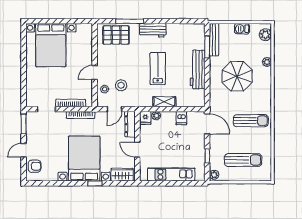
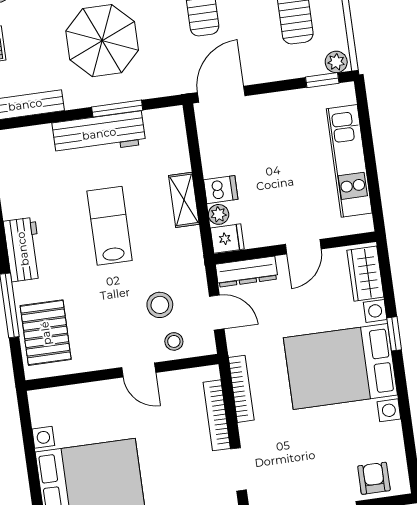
window: (207, 47) -> (117, 109), moved
lab bench: (158, 68) -> (110, 226), turned 90
dishwasher: (181, 118) -> (221, 190), moved
window: (207, 156) -> (322, 80), moved

